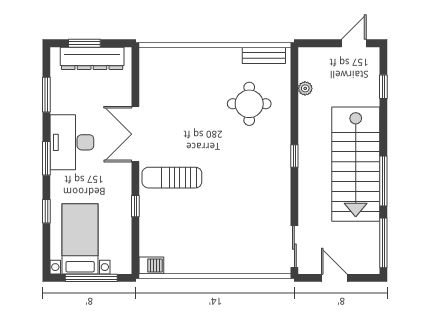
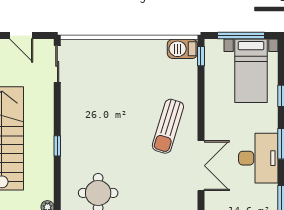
sun lounger: (172, 178) -> (168, 126), turned 107
window: (135, 206) -> (201, 56), moved
barbecue: (151, 266) -> (182, 49), width x1.38, depth x1.27

